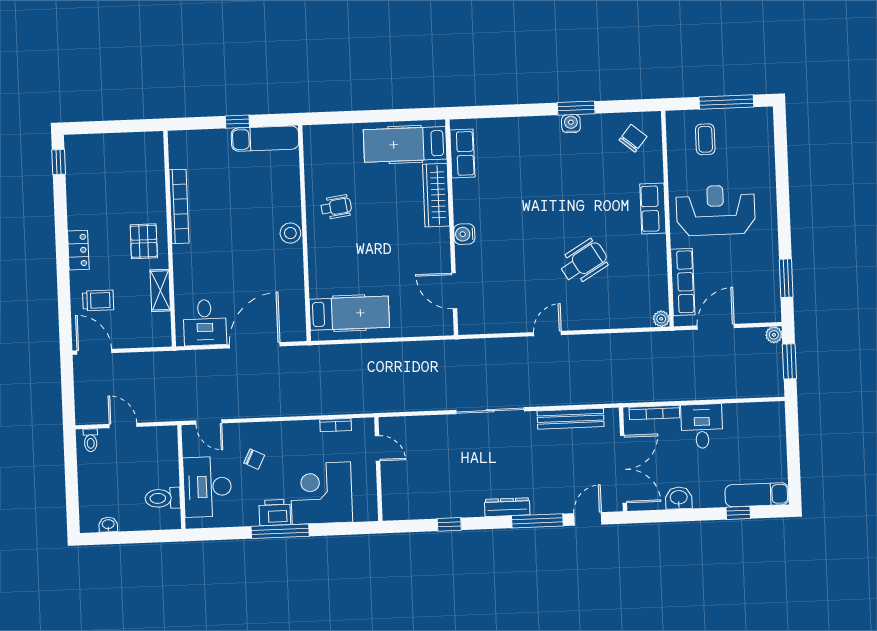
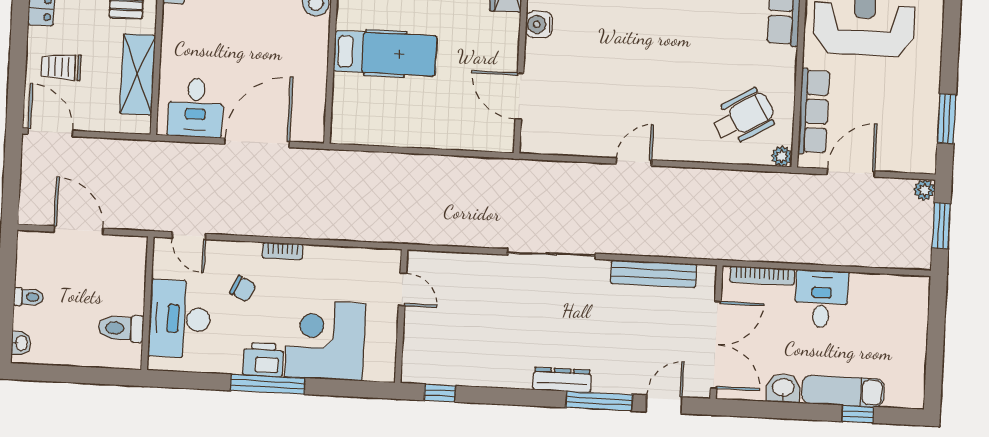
wheelchair: (584, 262) -> (744, 117), moved
shelving: (160, 290) -> (138, 74), width x1.50, depth x1.33
trolley: (98, 300) -> (61, 67), turned 180
hospital bed: (349, 313) -> (385, 53), moved
door: (123, 425) -> (79, 230), width x1.38
bookcase: (336, 425) -> (283, 251), moved
toilet: (91, 440) -> (29, 297), moved, turned -90
exam couch: (757, 495) -> (843, 391), moved
window: (449, 524) -> (440, 393), moved
washbasin: (108, 525) -> (21, 343), moved, turned 90

